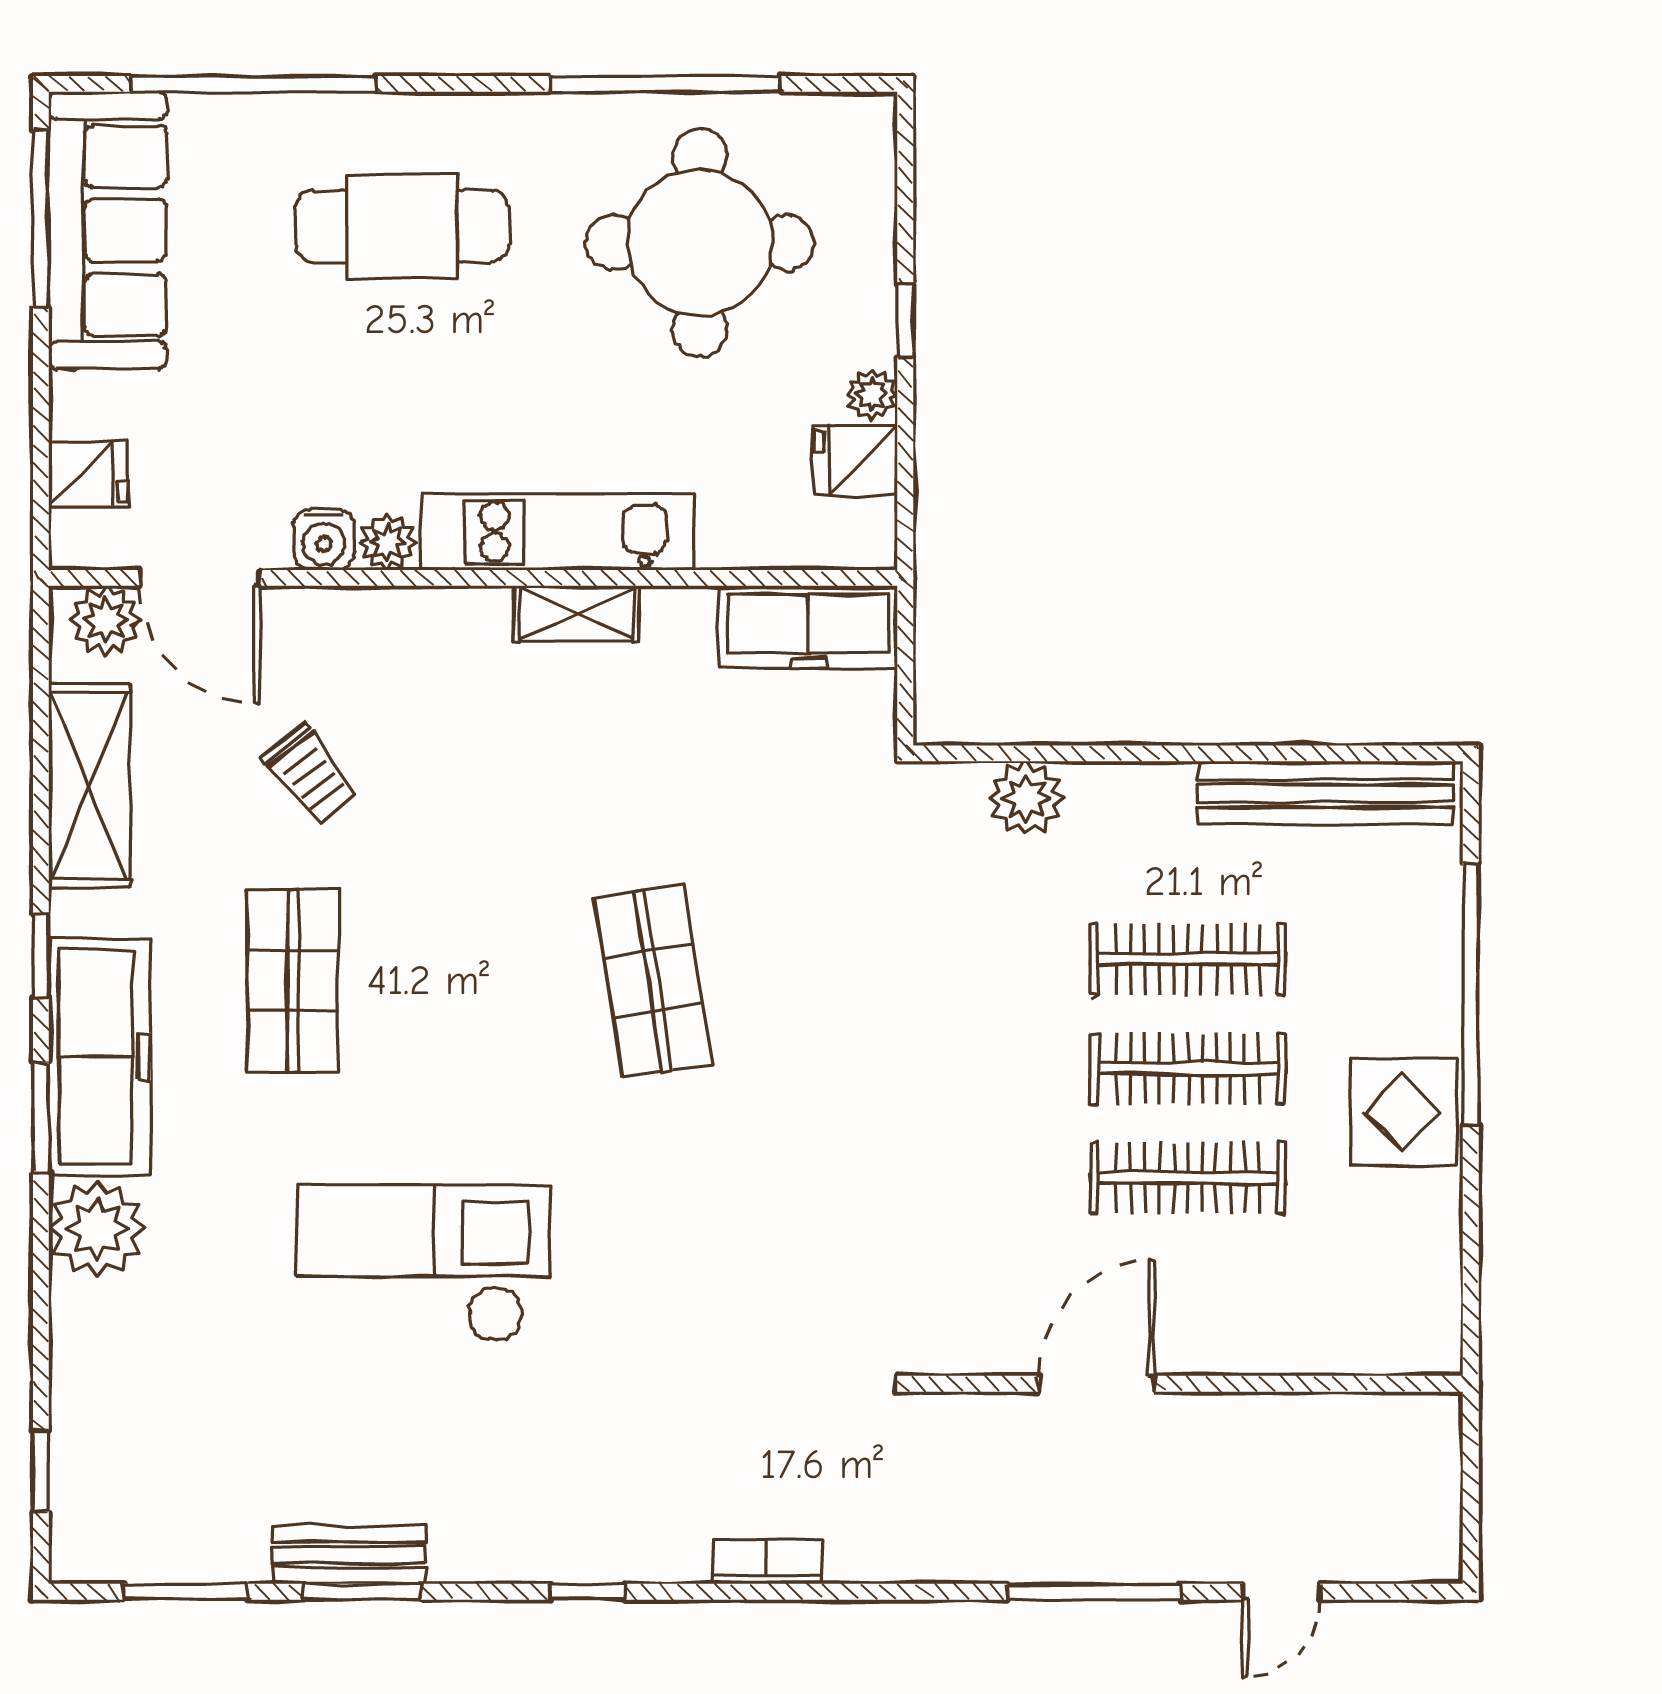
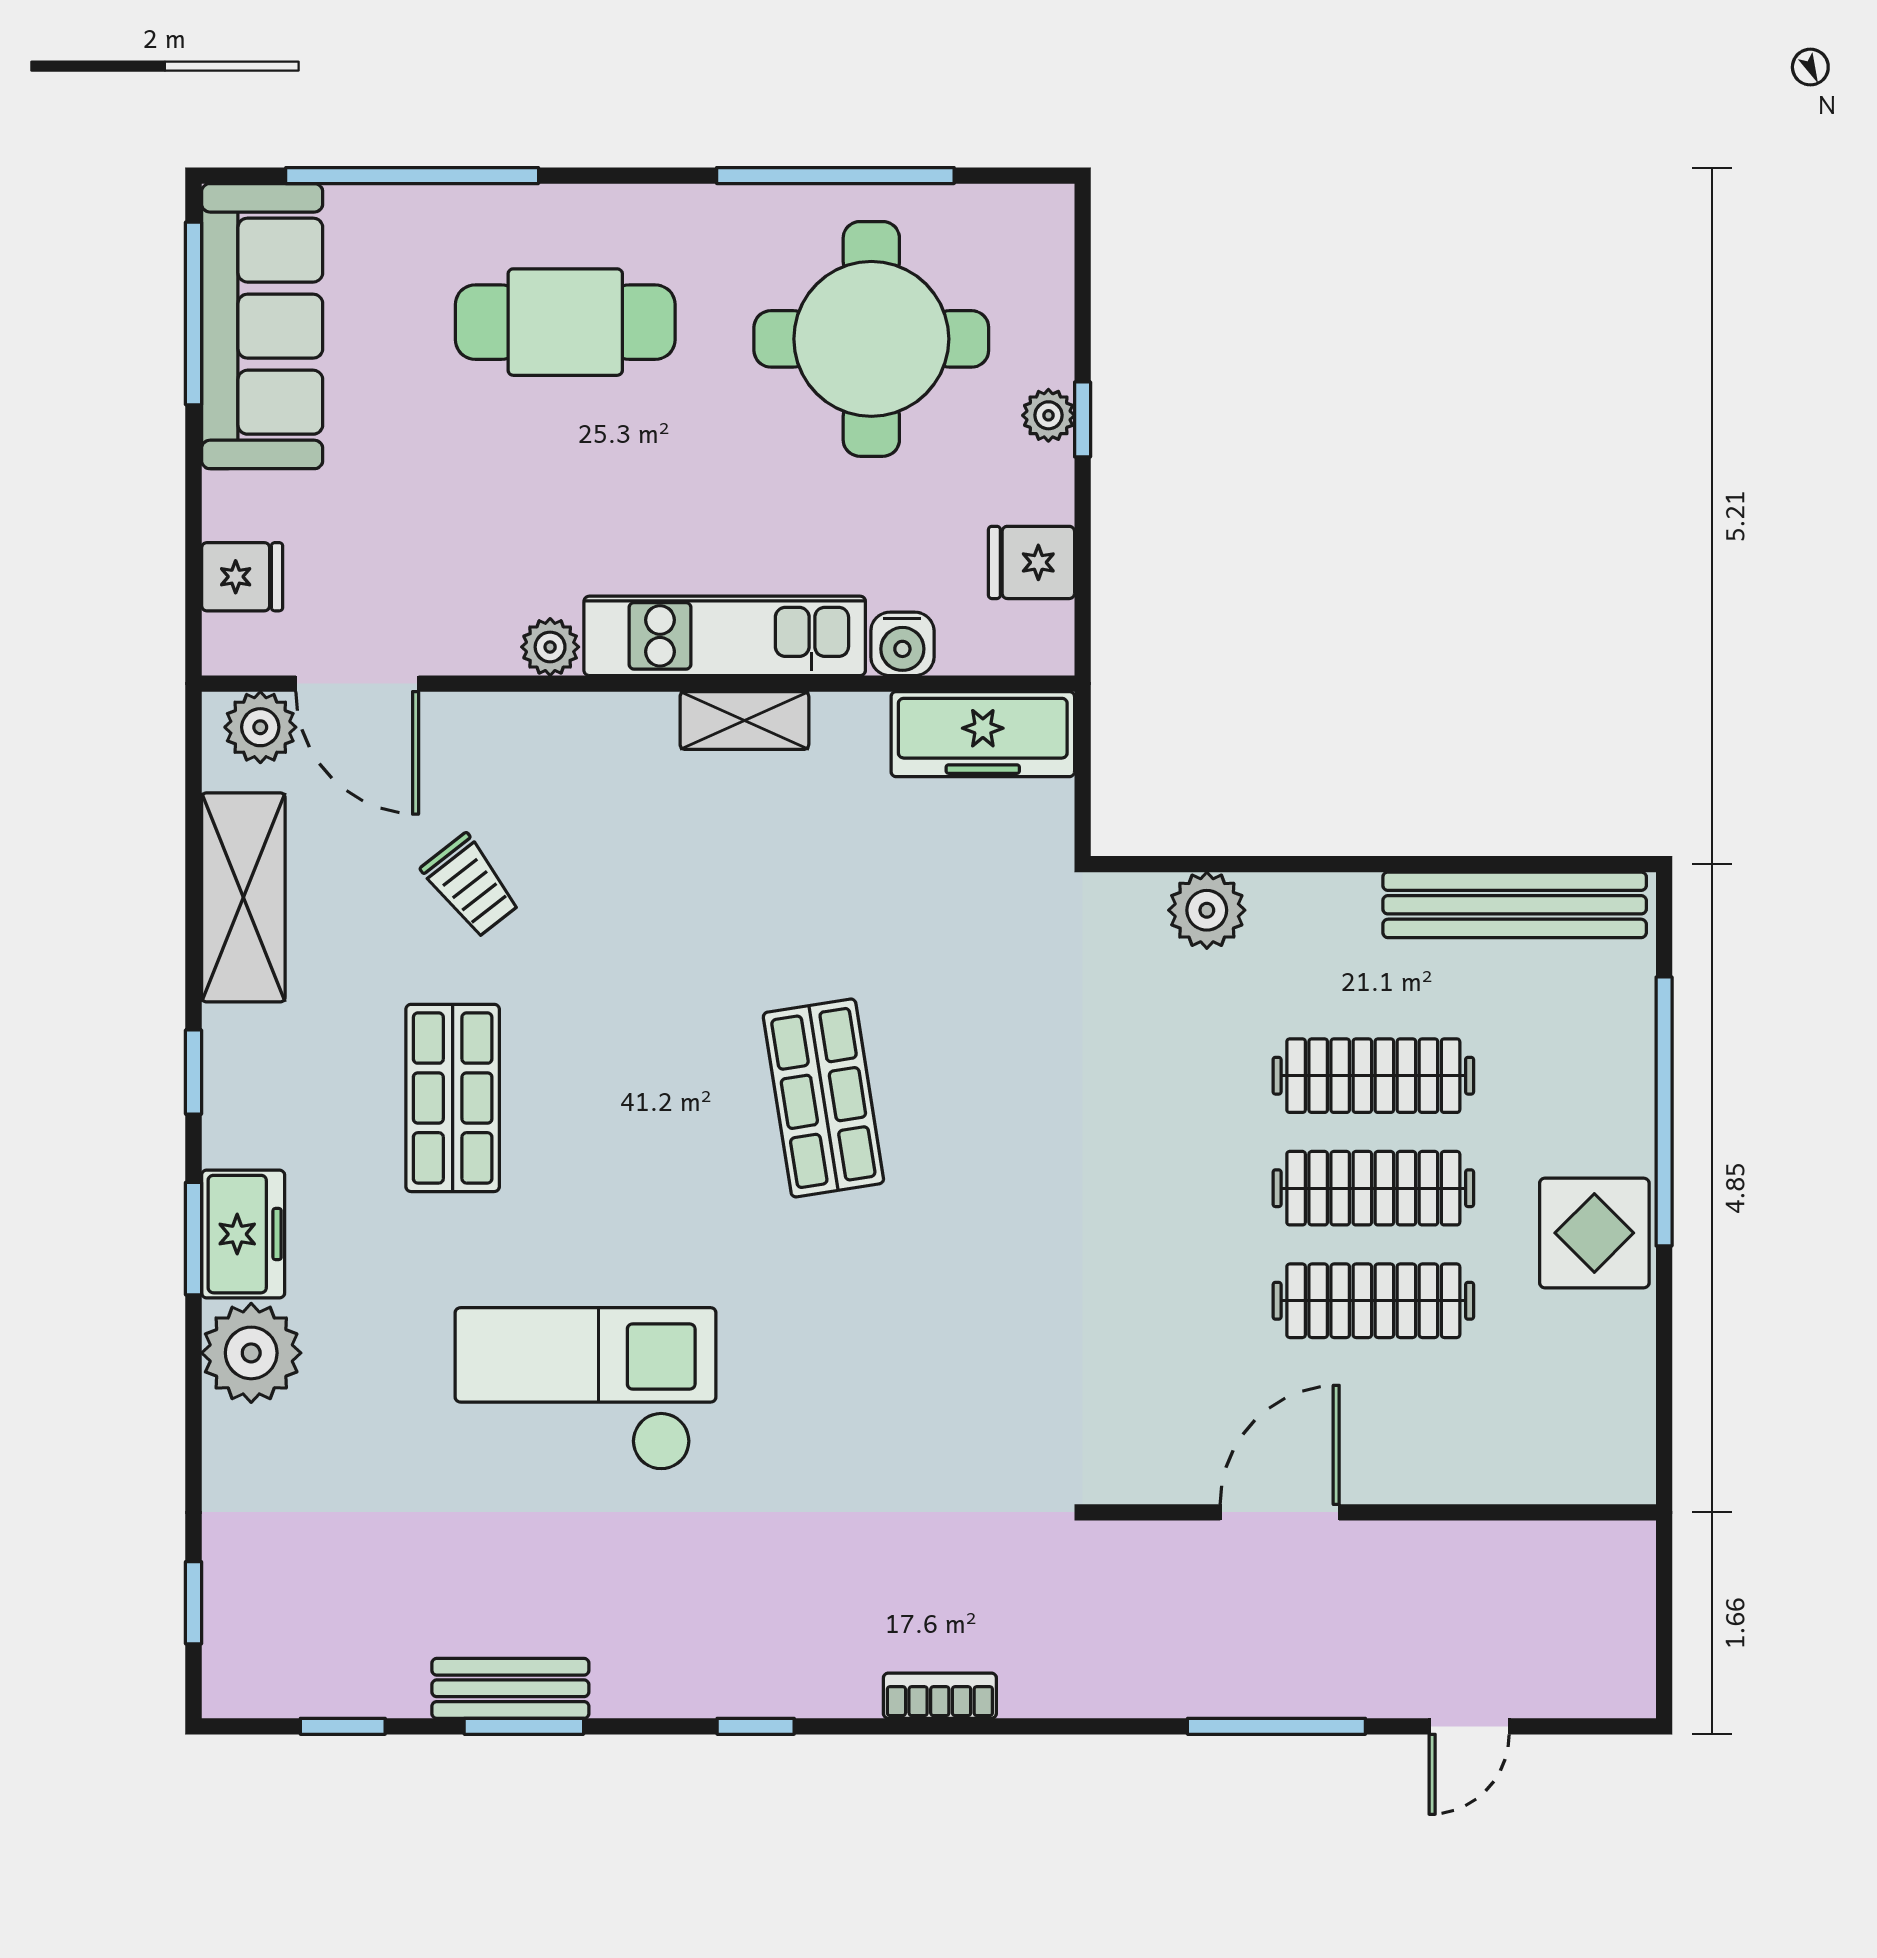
plant: (872, 394) -> (1048, 415), moved
water cooler: (324, 539) -> (902, 644), moved
freezer: (100, 1057) -> (243, 1234), width x0.52, depth x0.79
window: (186, 1592) -> (343, 1726), width x0.67

